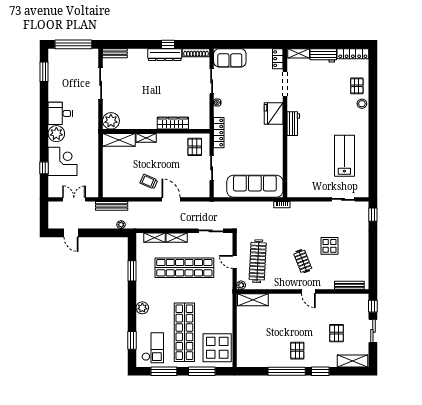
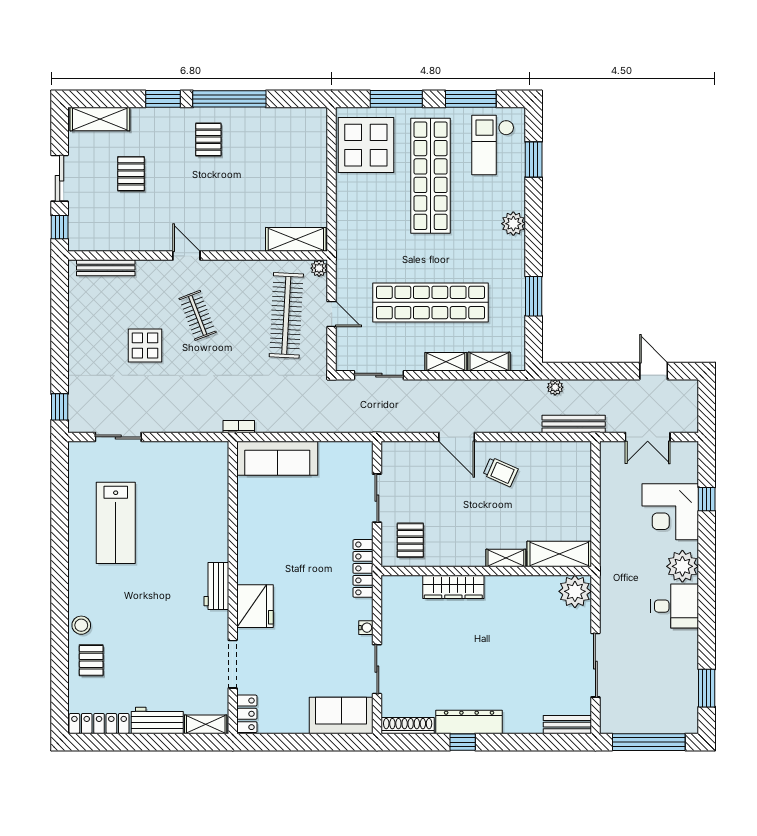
sofa: (255, 186) -> (277, 458), width x0.74, depth x0.79

